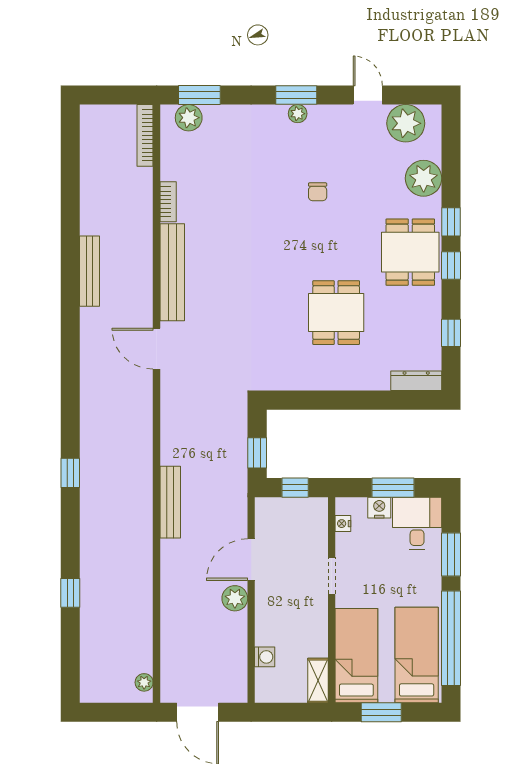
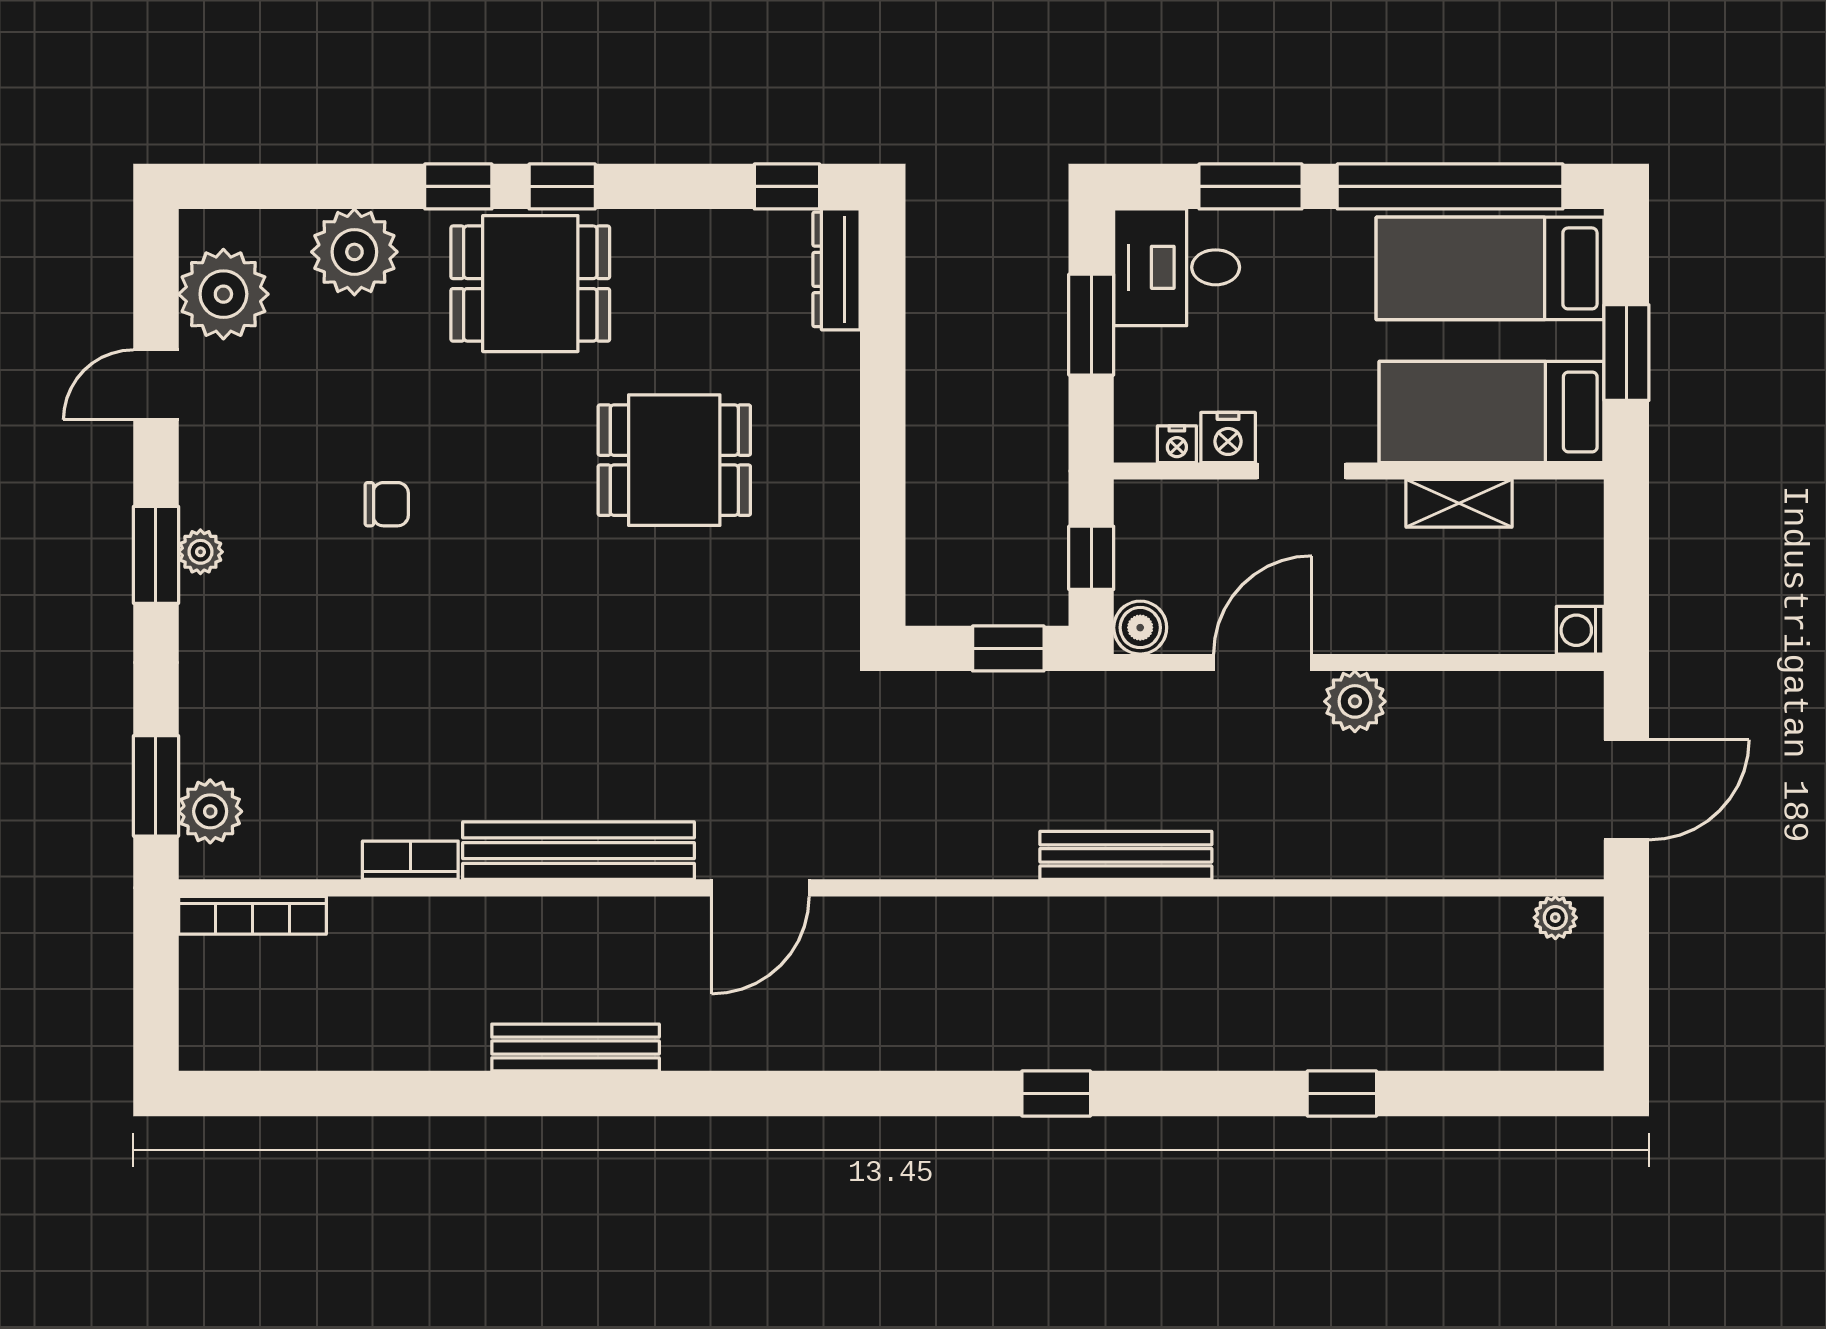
window: (451, 333) -> (787, 186), moved
boiler: (266, 508) -> (1140, 628), added
nightstand: (379, 508) -> (1228, 437), moved, turned -90
door: (251, 560) -> (1263, 663), swing flipped
washing machine: (265, 657) -> (1580, 630), moved, turned -90
shelving: (318, 681) -> (1459, 503), moved

